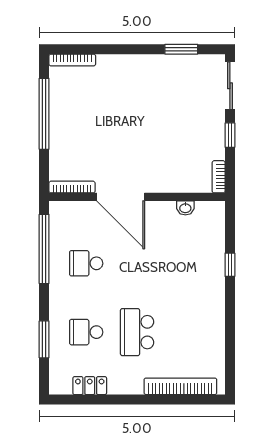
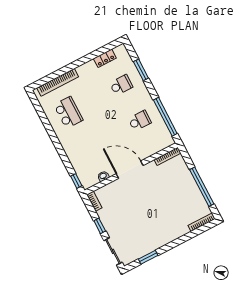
door: (121, 197) -> (130, 170), moved
window: (230, 265) -> (76, 181), moved
school desk: (137, 332) -> (68, 112), moved

